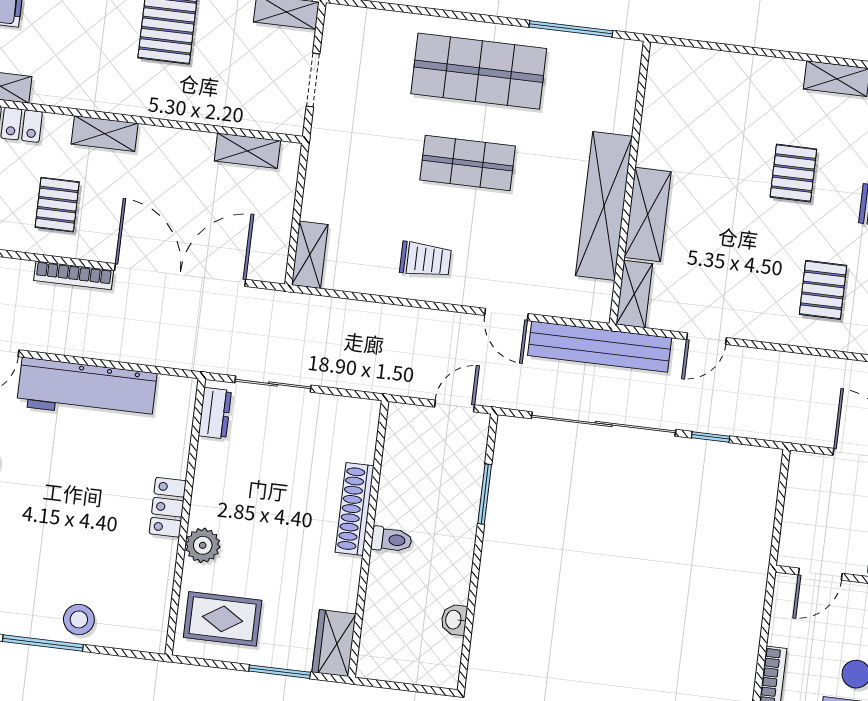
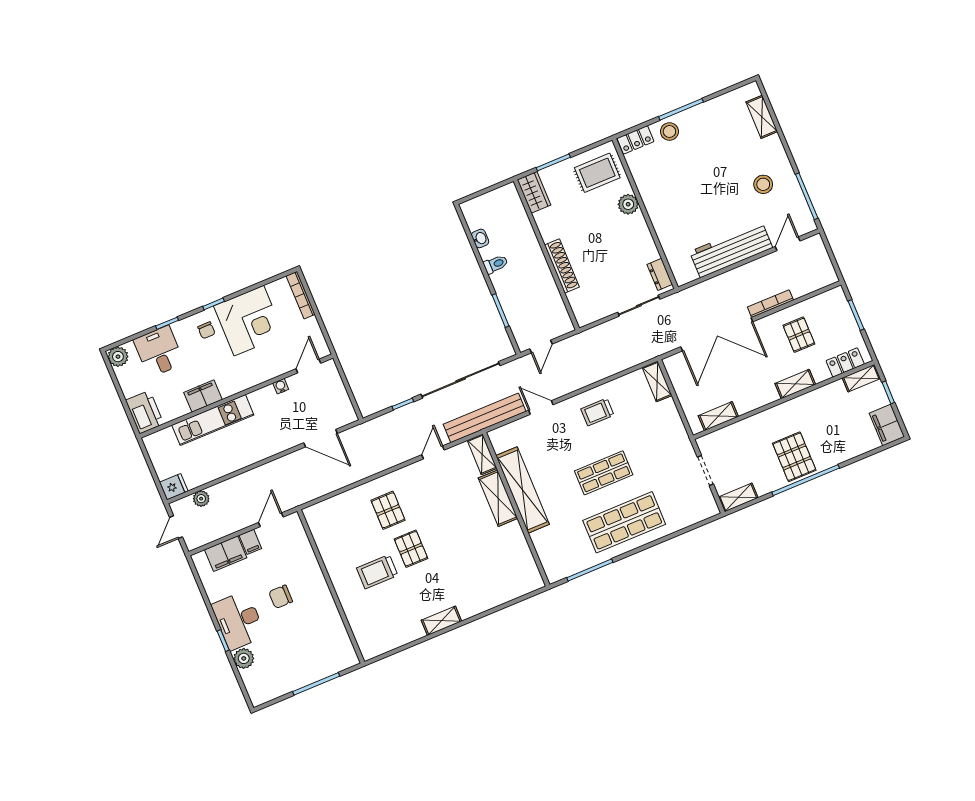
pallet: (793, 173) -> (411, 549), moved
locker: (168, 507) -> (635, 140), moved, turned 90
toilet: (391, 540) -> (496, 264), moved, turned 180

